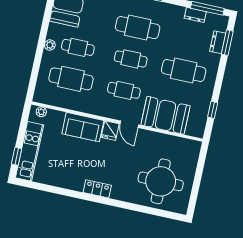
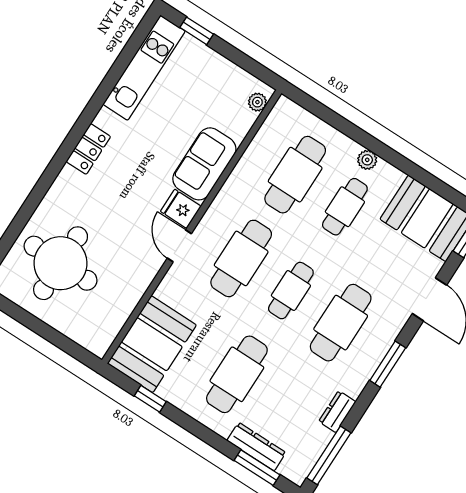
dresser: (195, 15) -> (337, 412), moved
dresser: (218, 42) -> (256, 447), width x1.44
cafe table: (124, 90) -> (241, 258), width x1.37, depth x1.35
booth: (166, 115) -> (152, 344), moved
door: (129, 124) -> (179, 246), hinge flipped
kitchen unit: (29, 151) -> (144, 68), moved, turned -90

